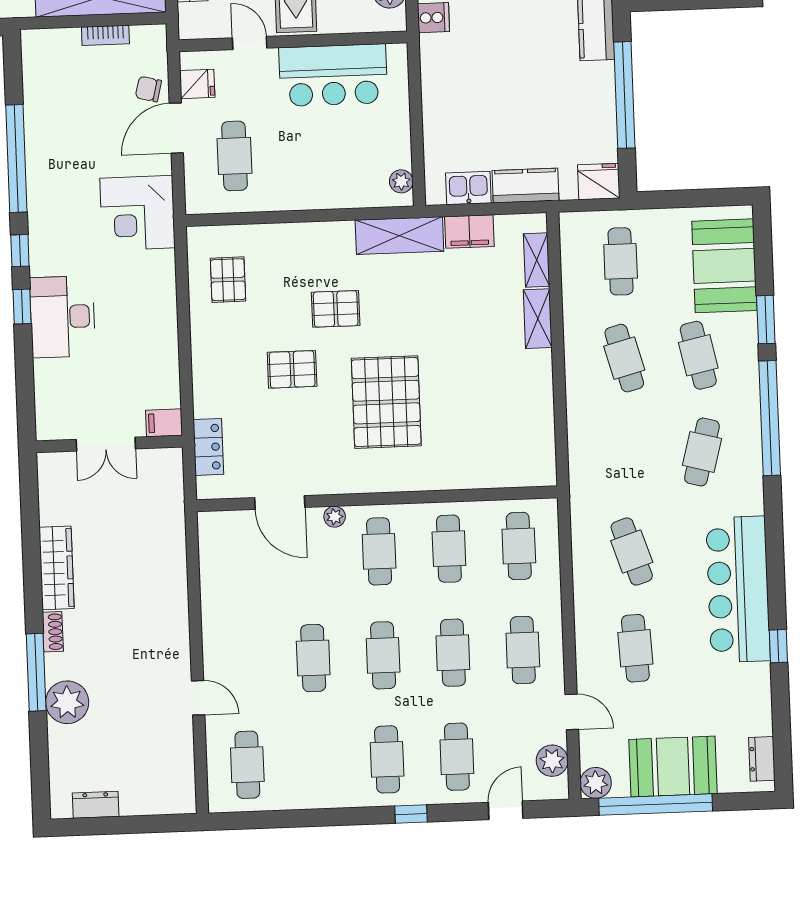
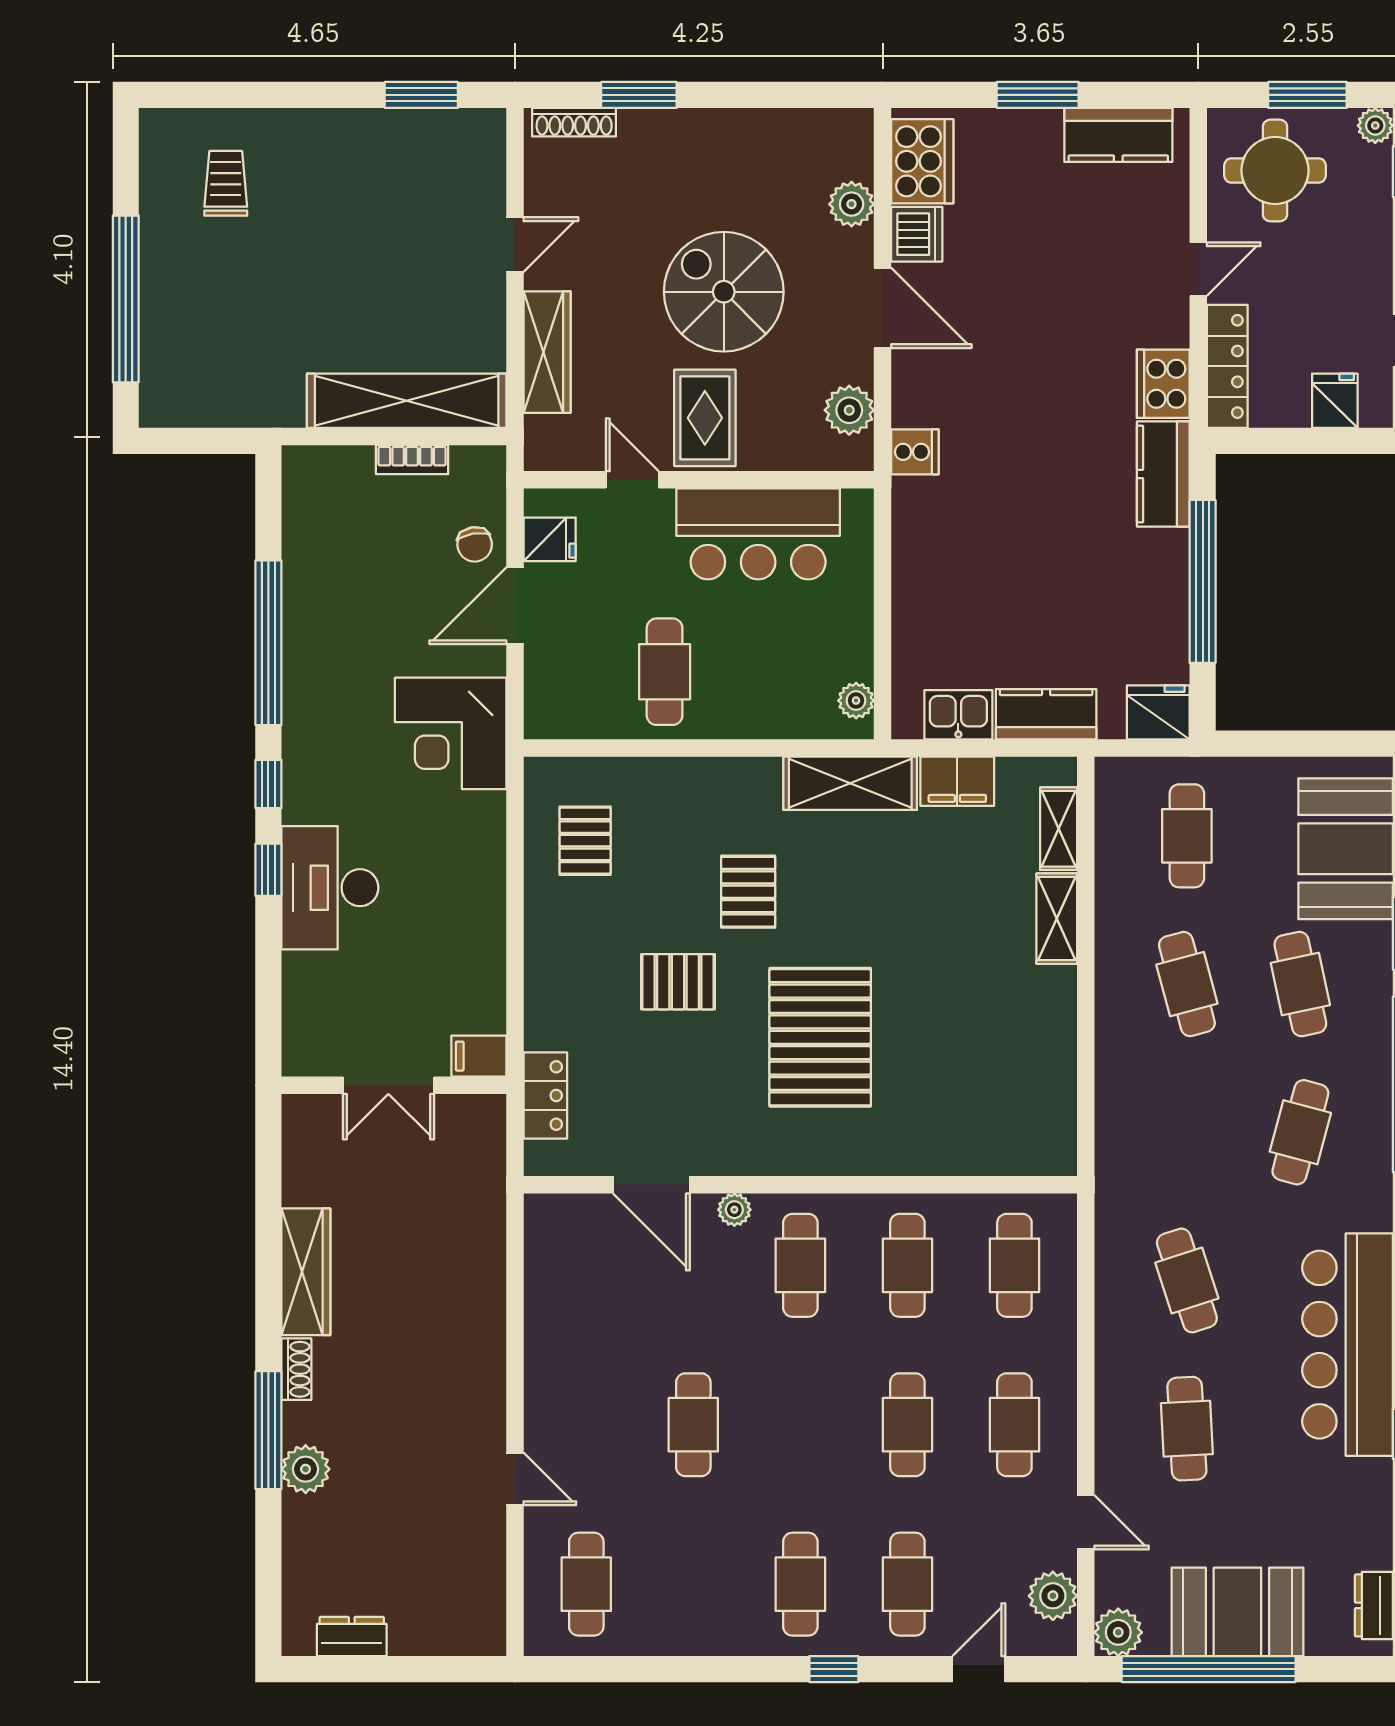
chair: (148, 89) -> (475, 544), turned -114
cafe table: (235, 156) -> (665, 672), moved
pallet: (336, 309) -> (748, 892), turned 90
cafe table: (383, 655) -> (800, 1425), removed
plant: (67, 702) -> (306, 1469), width x0.73, depth x0.73

